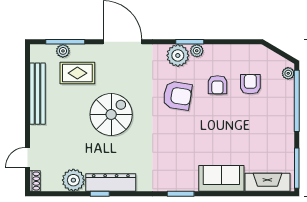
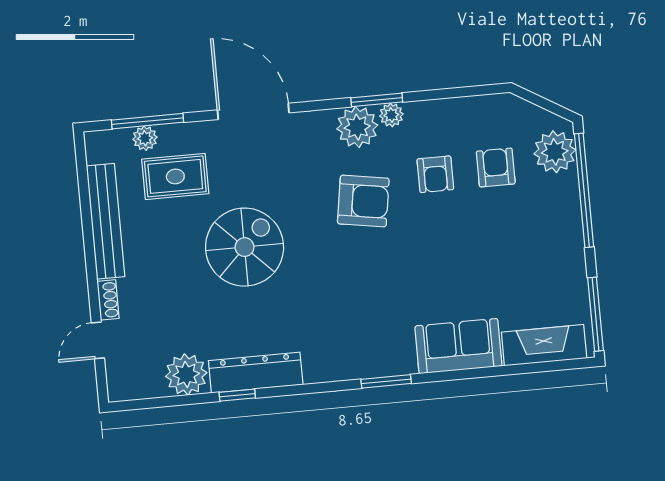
plant: (288, 73) -> (555, 152), width x1.88, depth x1.88
shoe rack: (35, 181) -> (108, 300), moved

